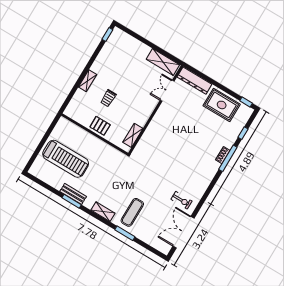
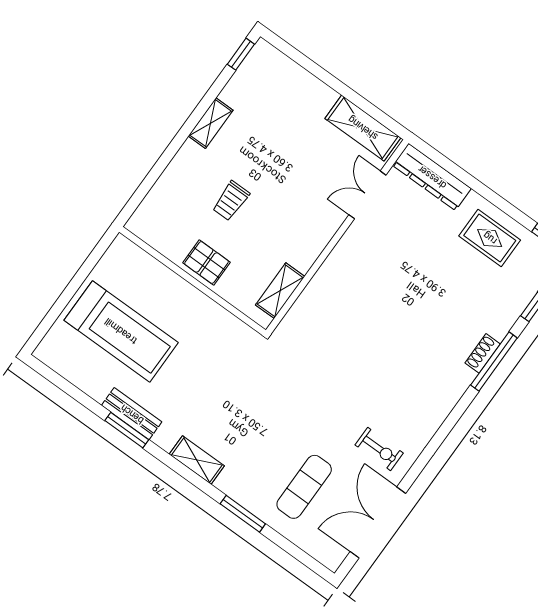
shelving: (88, 81) -> (211, 123), moved
rug: (222, 105) -> (490, 238), width x0.73, depth x0.70
exercise mat: (132, 212) -> (304, 487), moved

